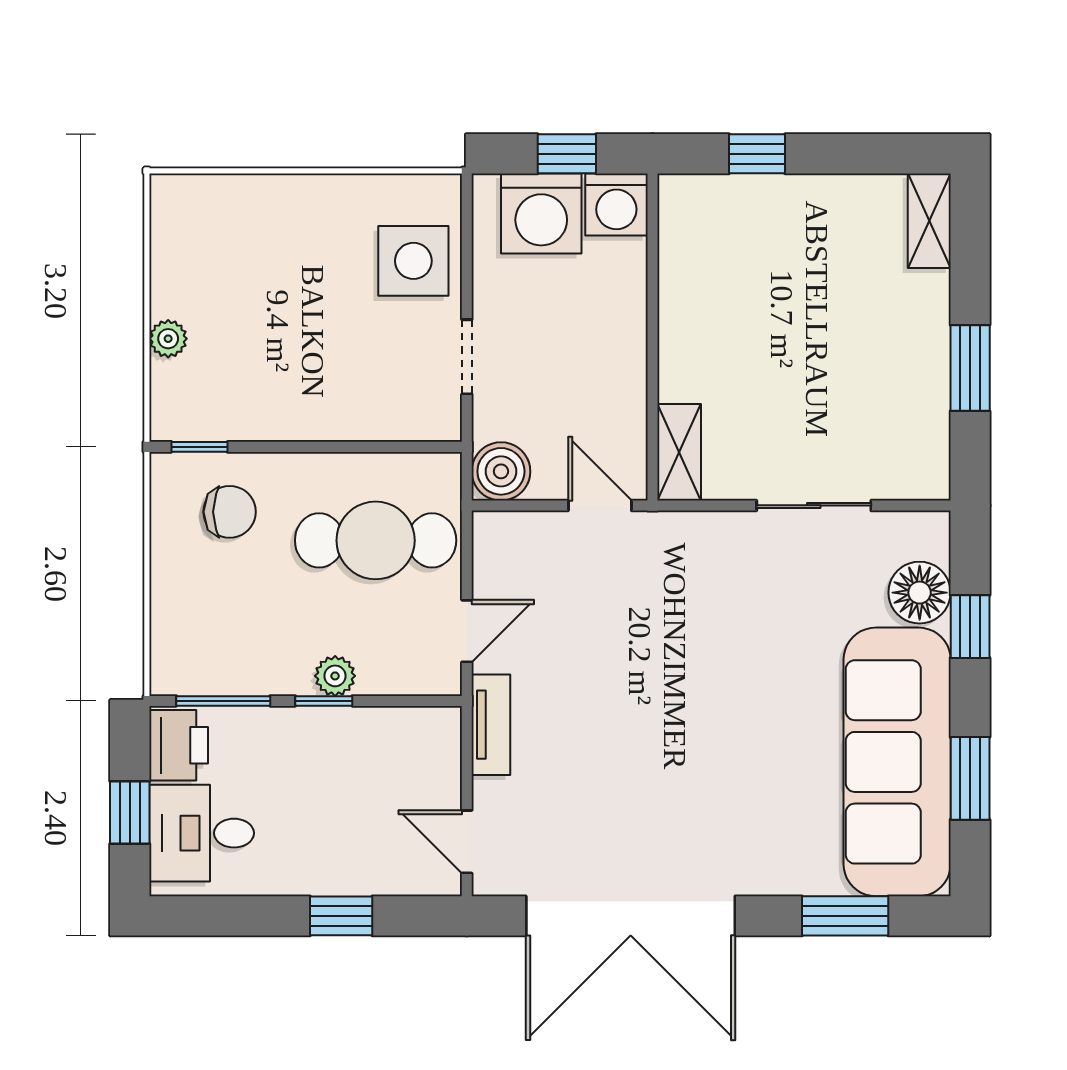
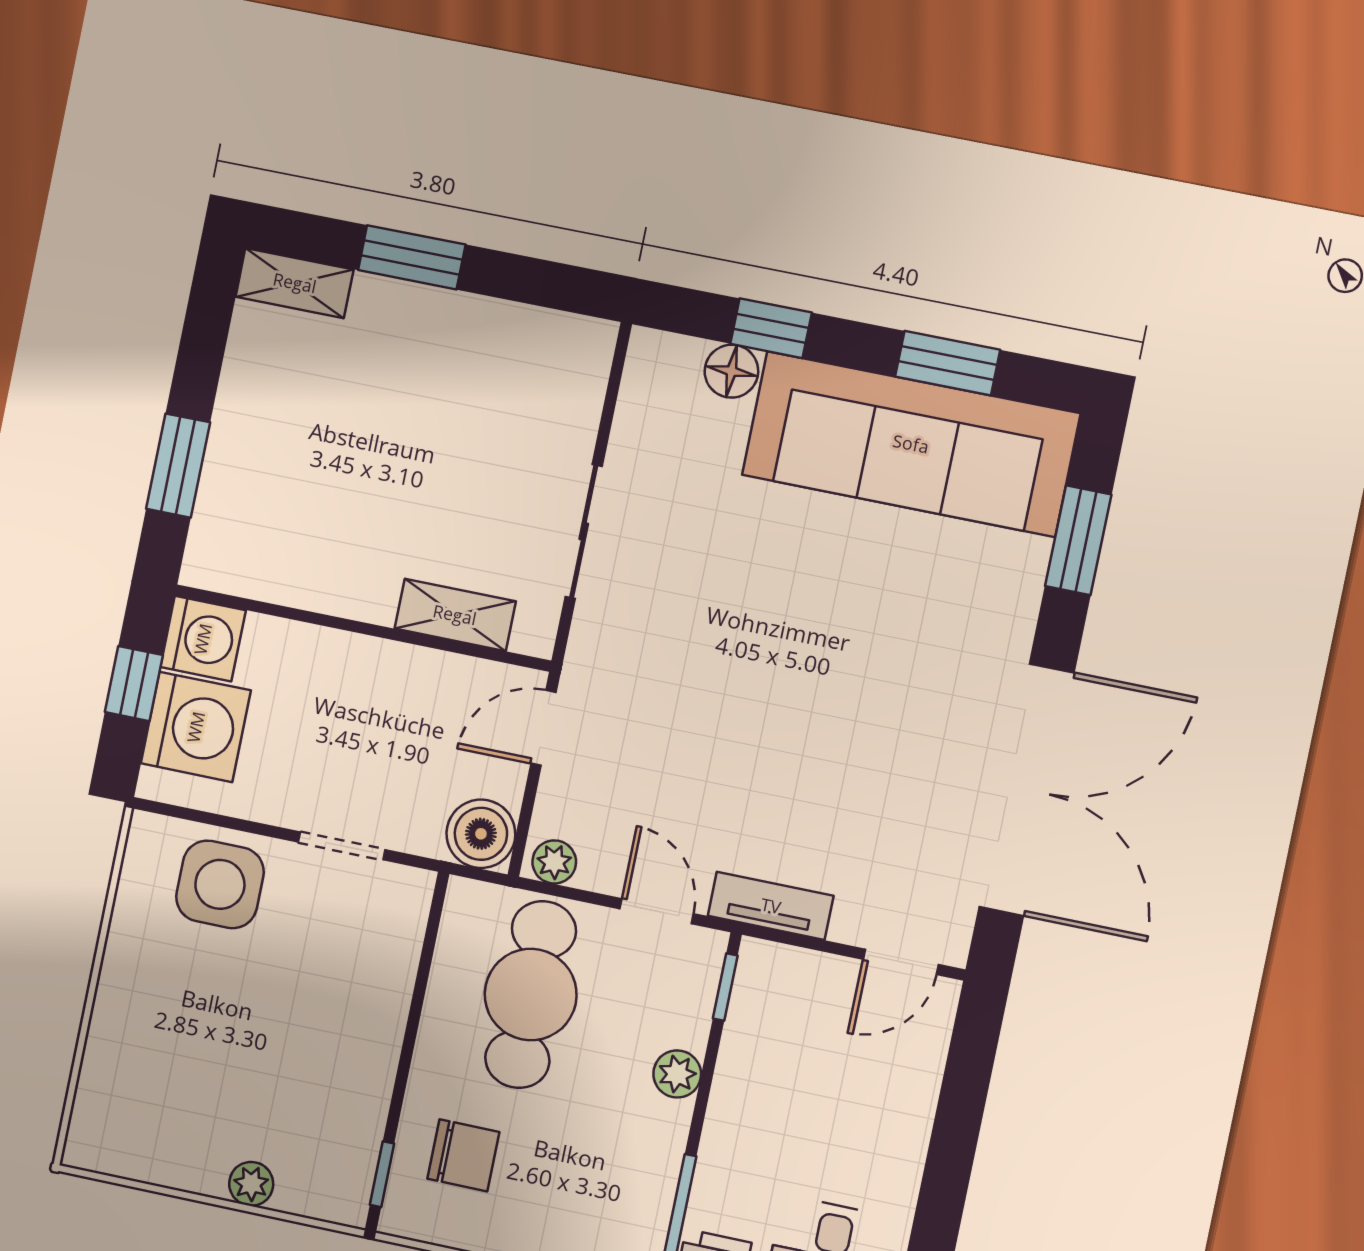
window: (757, 154) -> (178, 466), width x1.50
window: (970, 368) -> (412, 257), moved
shelving: (679, 452) -> (455, 615), moved
sliding door: (814, 505) -> (584, 531), moved
chair: (230, 512) -> (463, 1155), turned 90
plant: (490, 537) -> (554, 862), added
floor lamp: (920, 593) -> (731, 371), width x0.73, depth x0.73
window: (324, 701) -> (725, 987), moved
window: (341, 916) -> (957, 1125), removed

